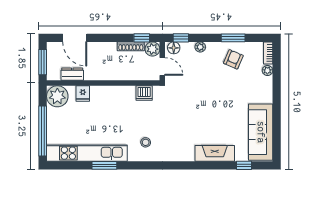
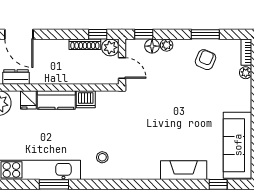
floor lamp: (174, 48) -> (152, 46), moved
dishwasher: (144, 93) -> (86, 99), moved
kitchen counter: (107, 94) -> (56, 100), added

